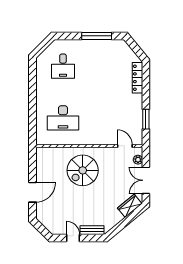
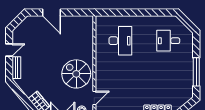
desk: (63, 118) -> (120, 41), turned 180
spiral stairs: (83, 170) -> (76, 74), moved

